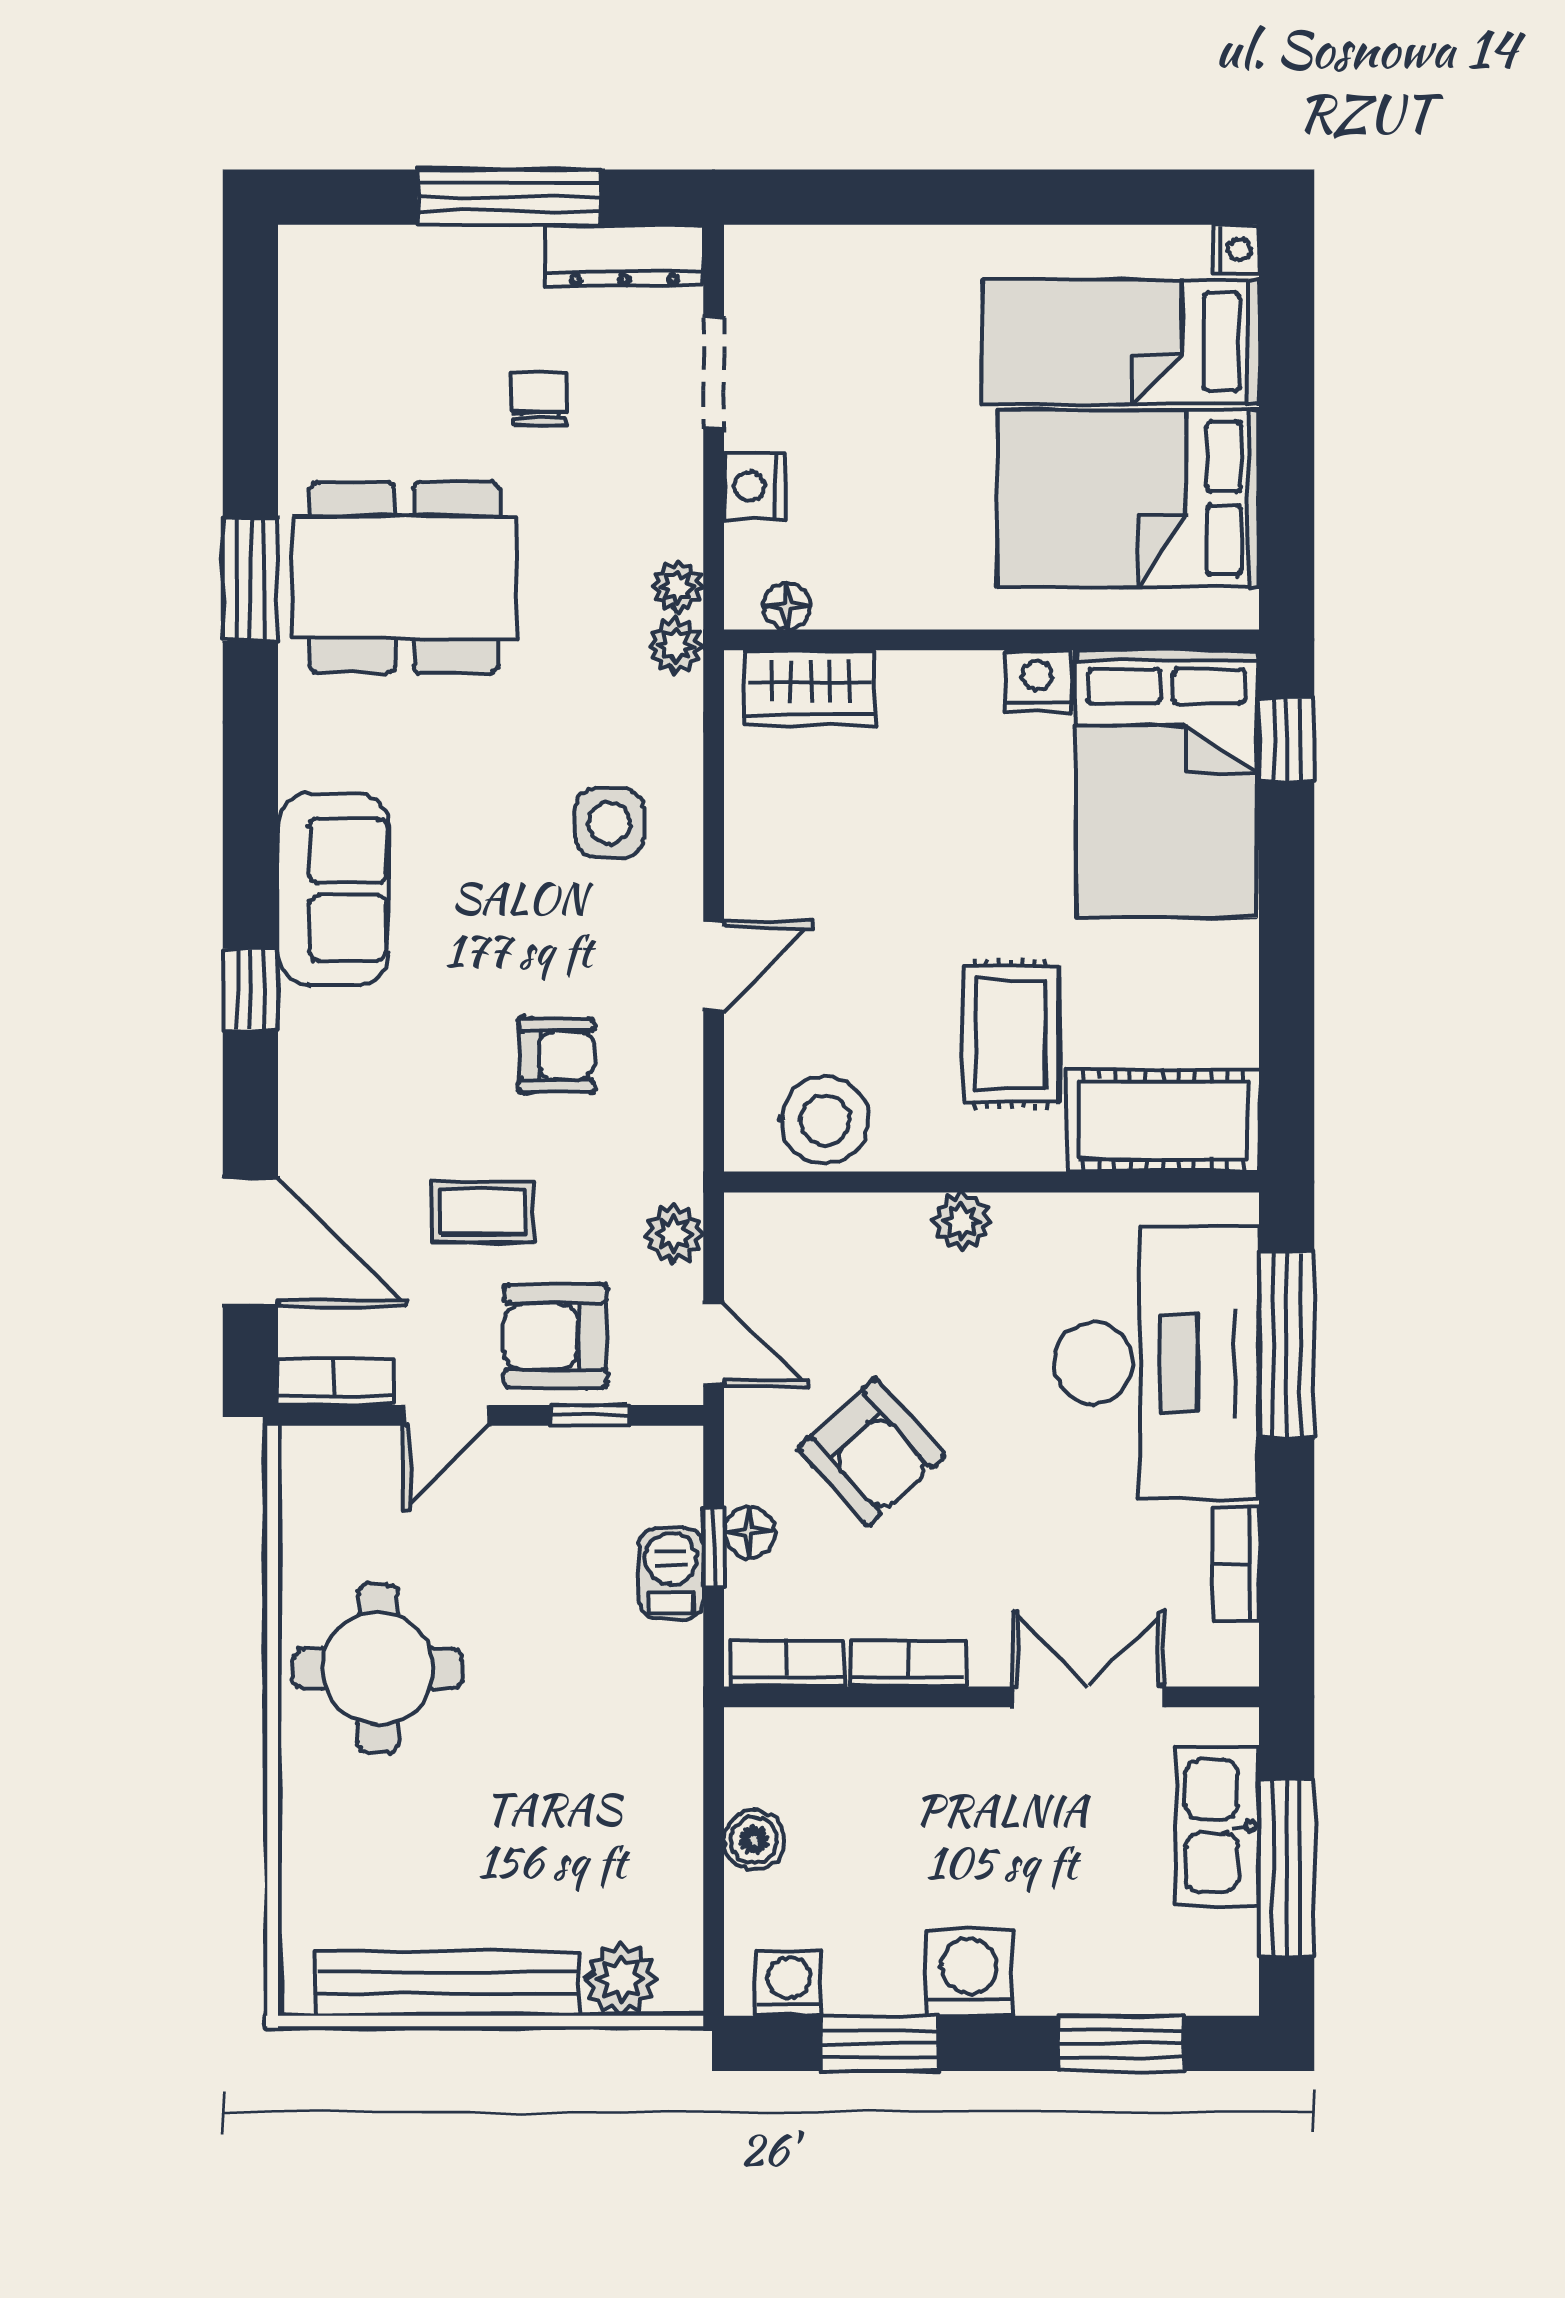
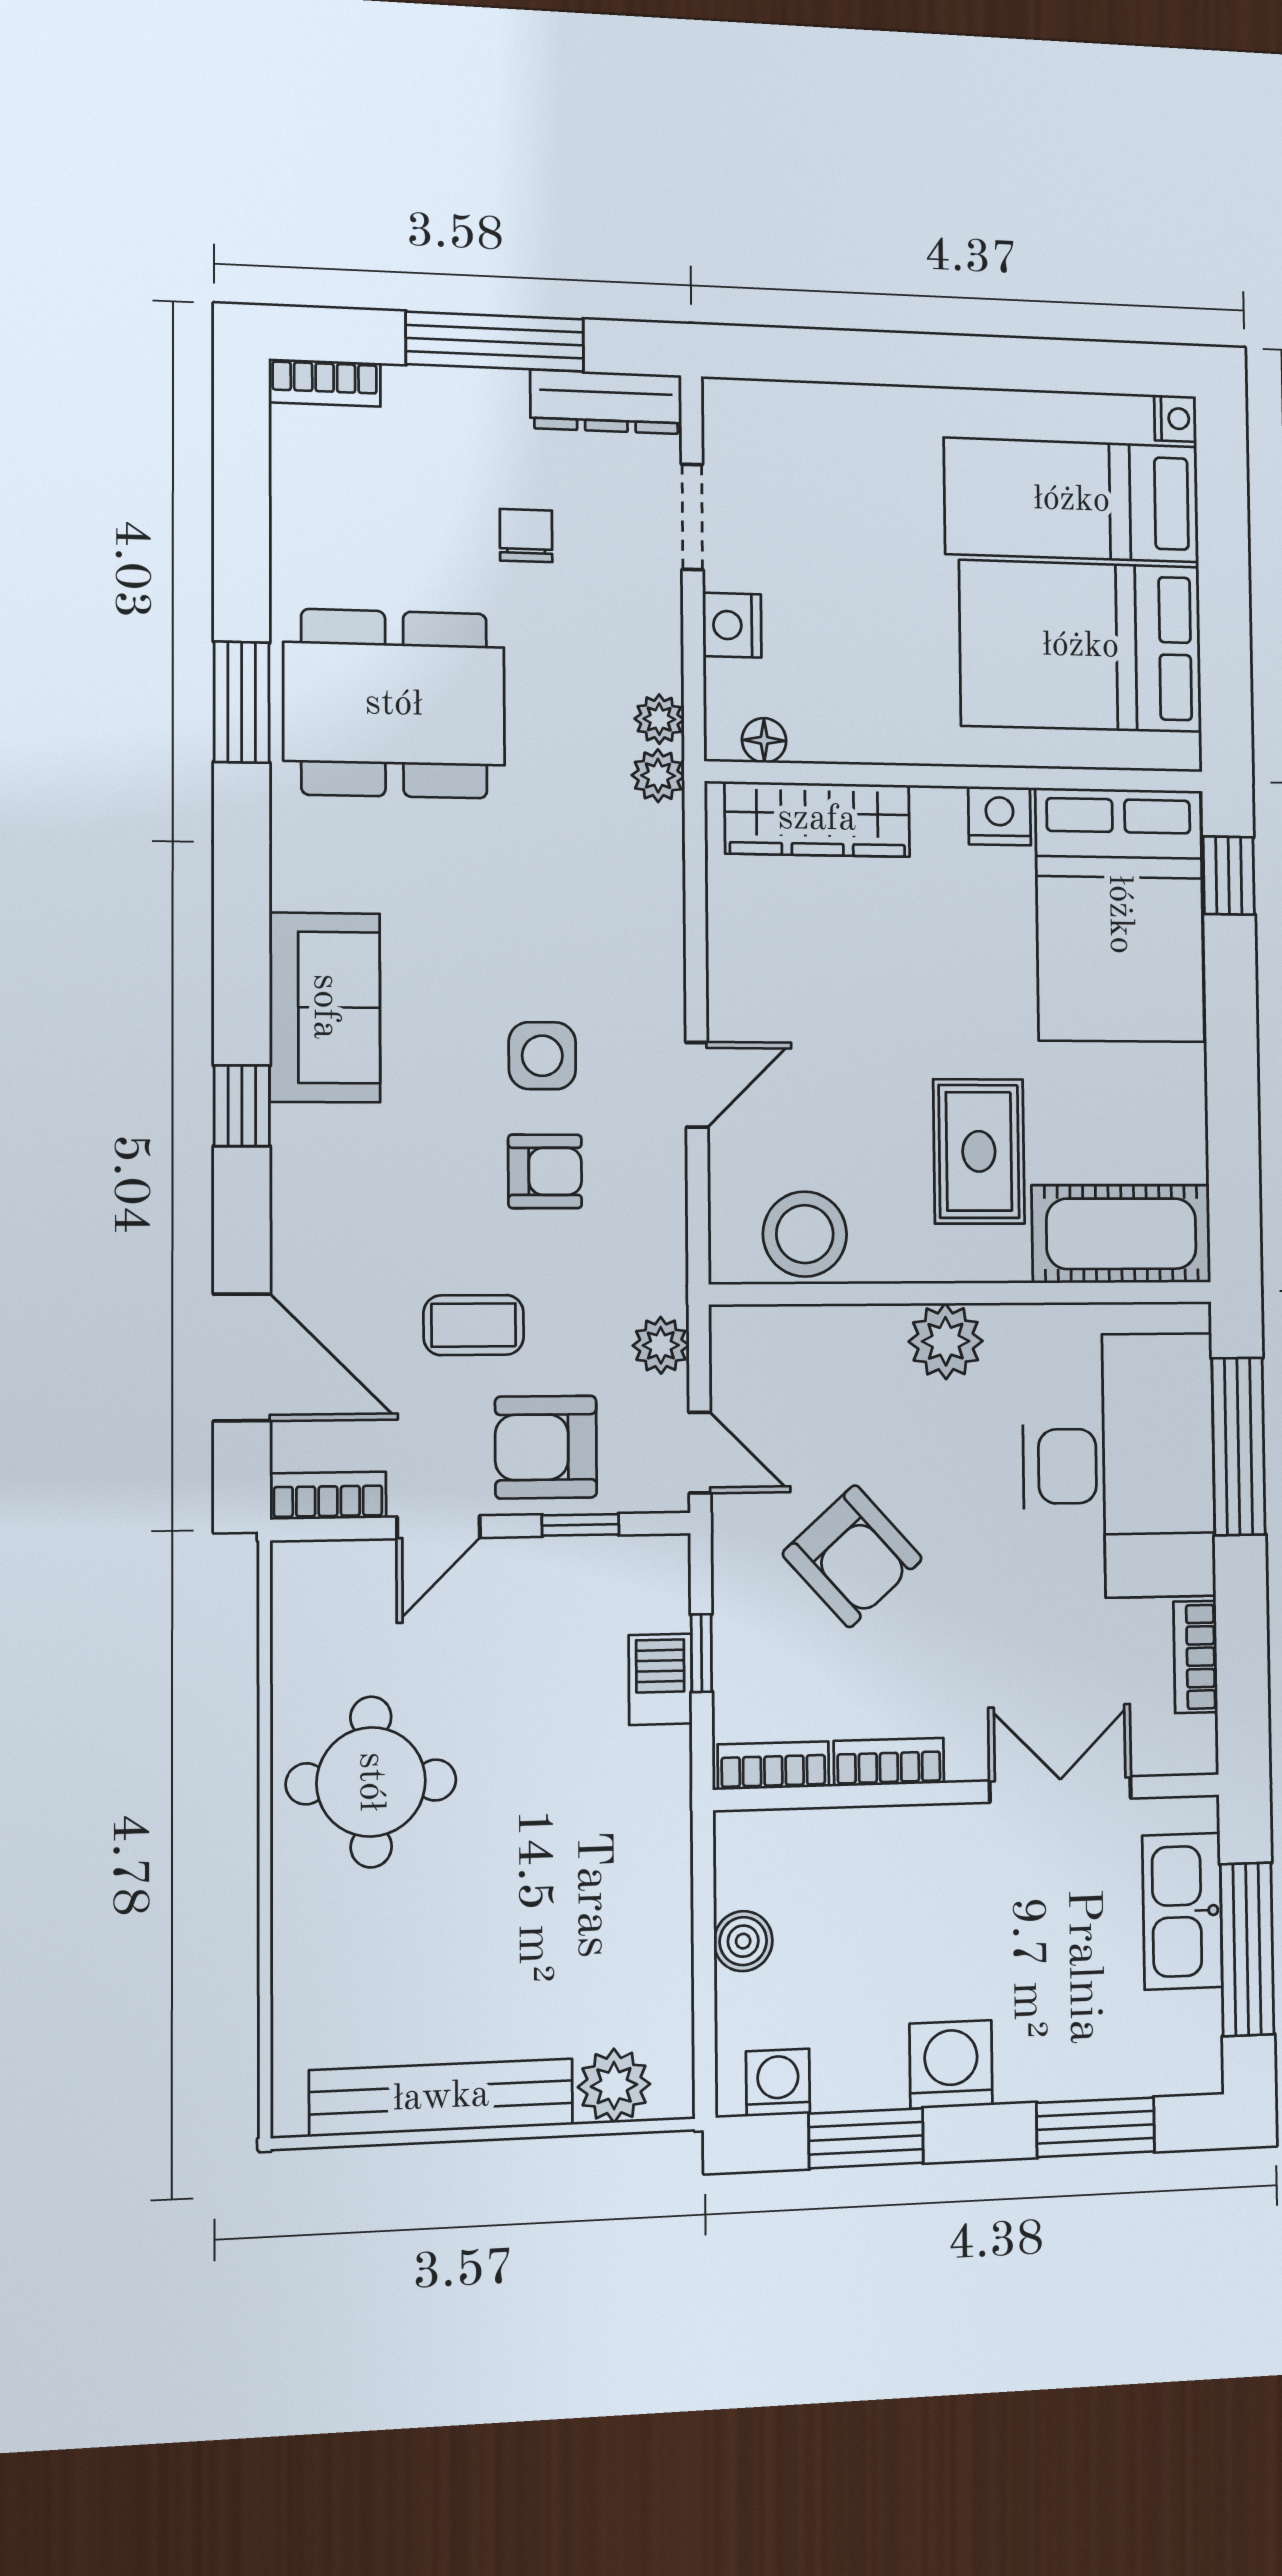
bookcase: (334, 247) -> (325, 383), added
wardrobe: (810, 688) -> (817, 819), width x1.50
side table: (609, 823) -> (542, 1056), moved
plant: (962, 1221) -> (946, 1341), width x1.38, depth x1.38
floor lamp: (749, 1532) -> (736, 1637), removed

